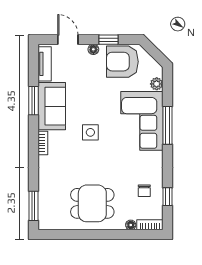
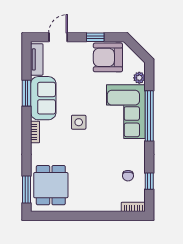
door: (68, 40) -> (58, 37), hinge flipped
floor lamp: (93, 49) -> (81, 46), removed
window: (167, 125) -> (149, 116), width x1.46
dining table: (92, 203) -> (51, 185), moved, turned 90
floor lamp: (131, 225) -> (116, 207), removed

